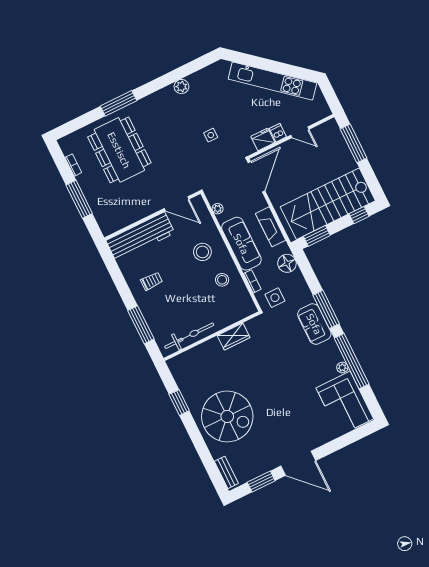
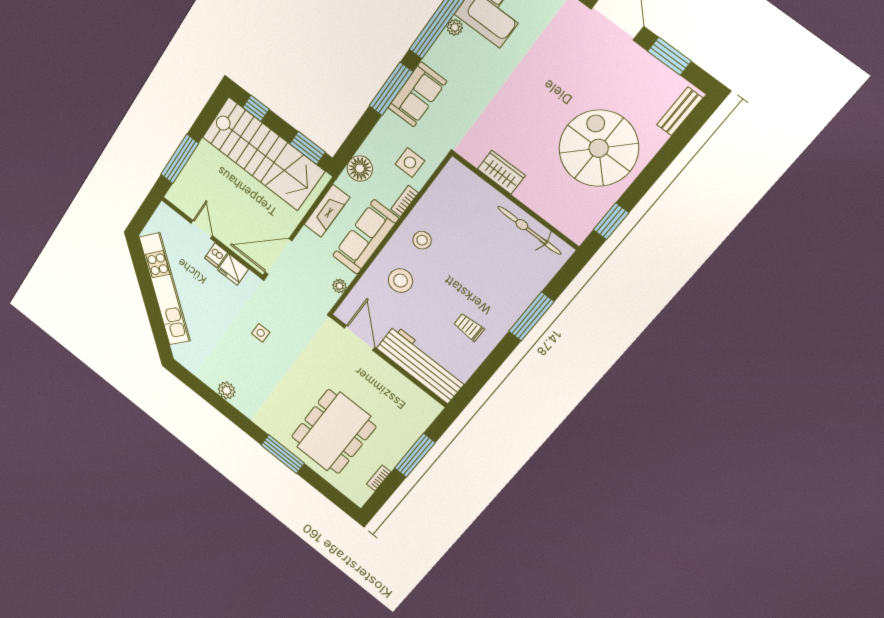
bicycle: (189, 336) -> (529, 230), moved
wall: (212, 336) -> (515, 201), moved
wardrobe: (234, 337) -> (501, 172), moved

